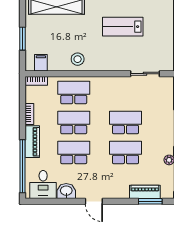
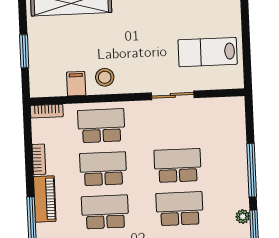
lab bench: (123, 27) -> (208, 52), moved
filing cabinet: (41, 63) -> (76, 84), moved
sliding door: (145, 74) -> (173, 95), moved

